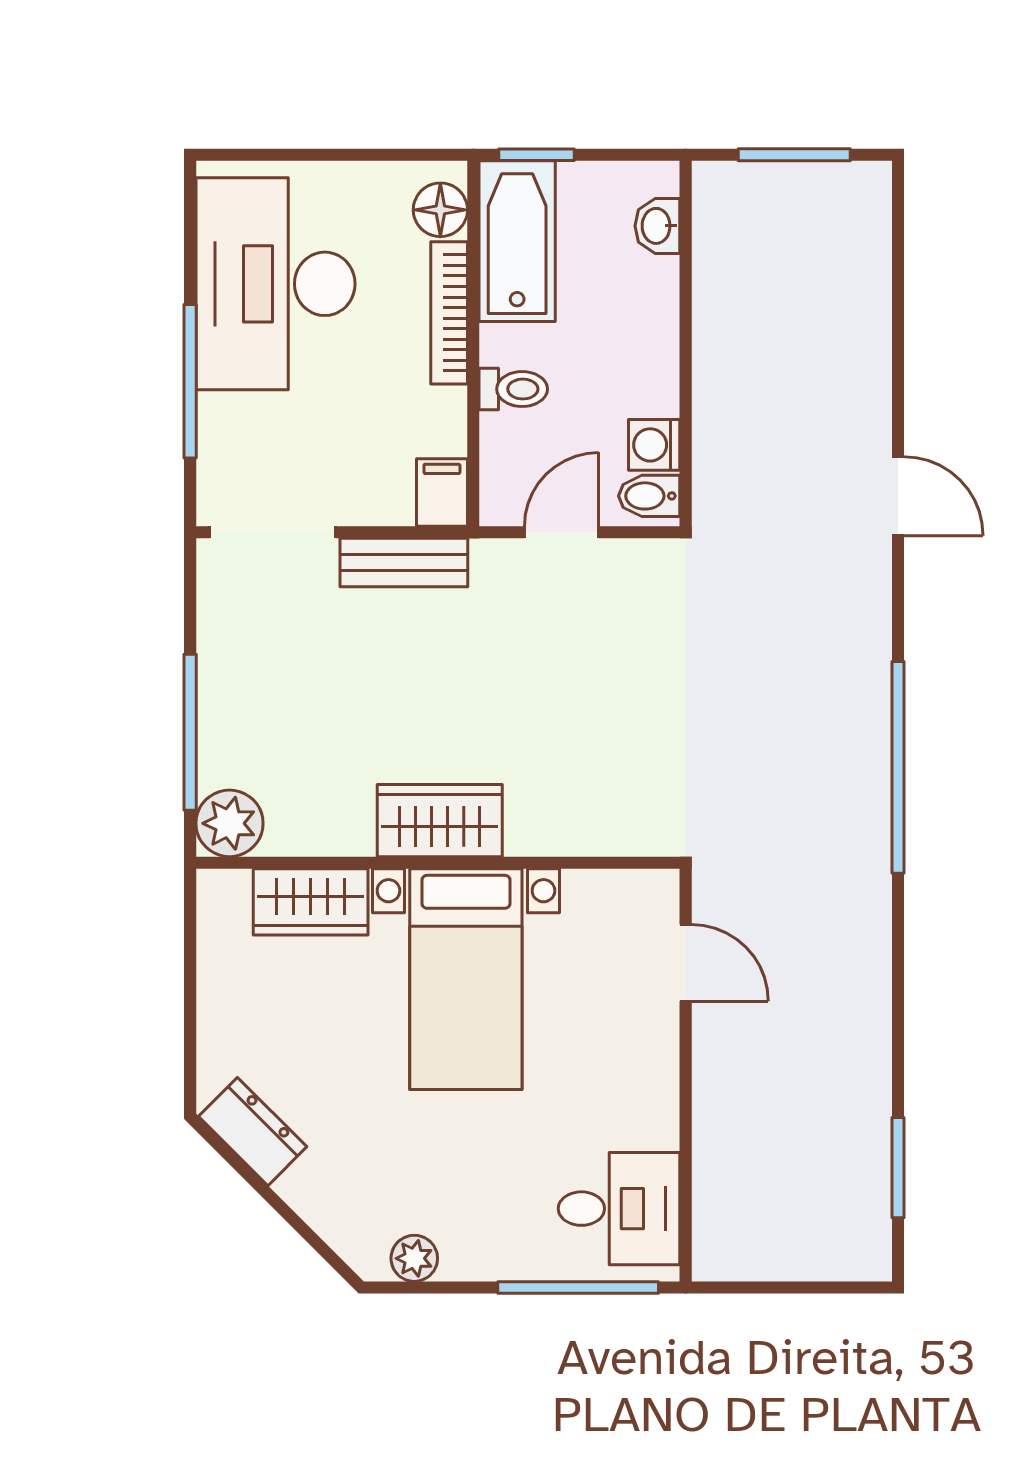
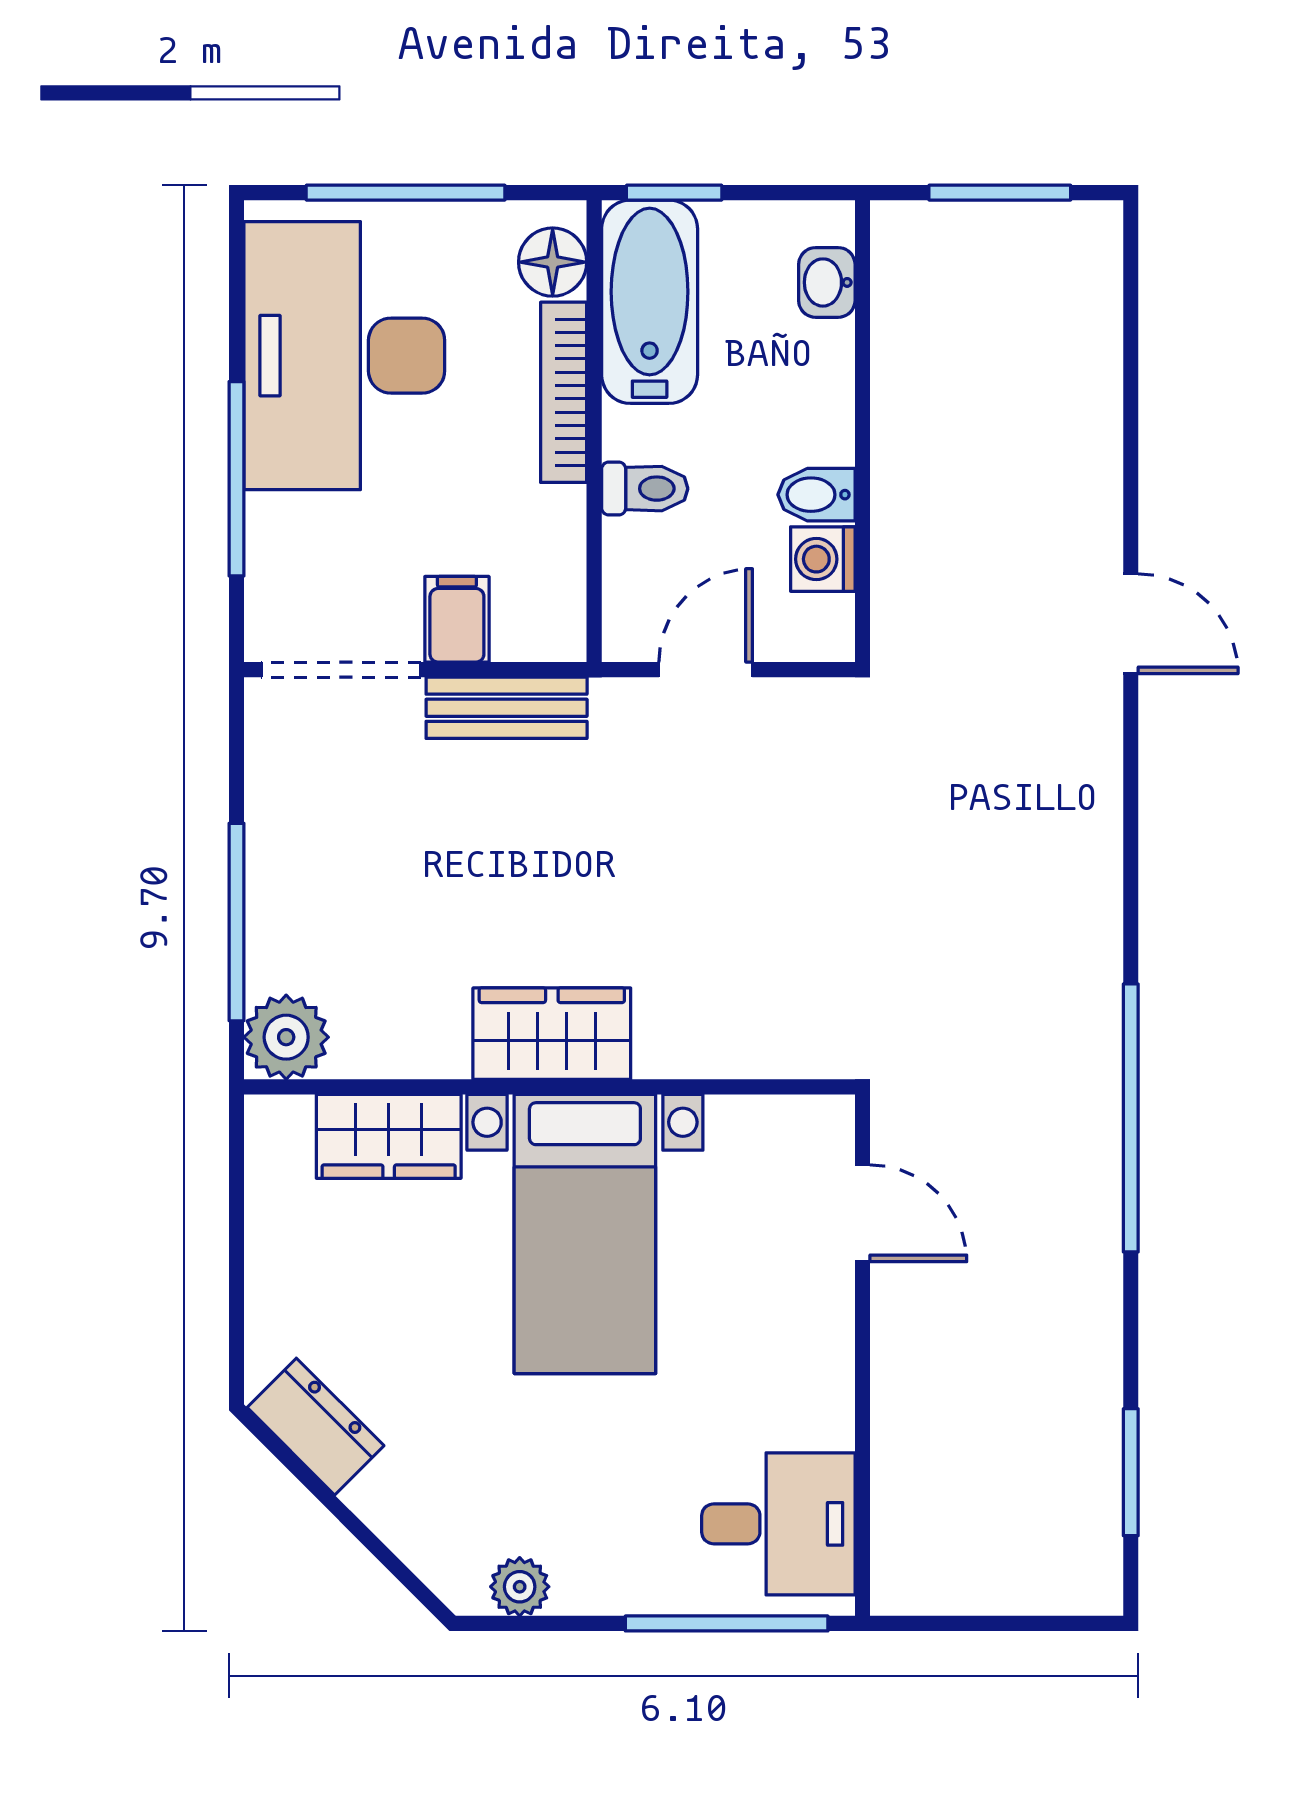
window: (324, 155) -> (406, 193), added
filing cabinet: (442, 493) -> (457, 619), moved
bidet: (649, 496) -> (816, 495), moved
window: (898, 767) -> (1131, 1118), moved

